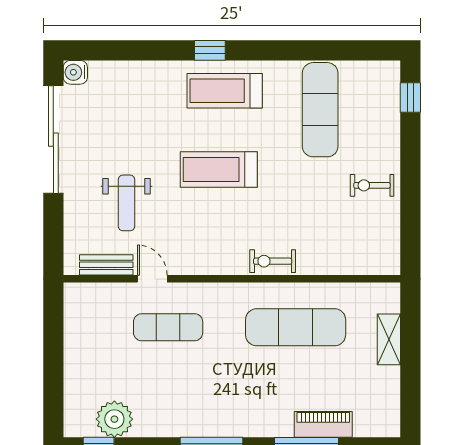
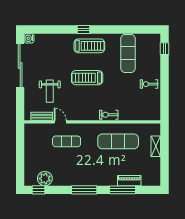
treadmill: (225, 91) -> (89, 46), turned 180

